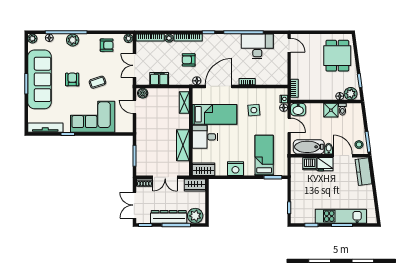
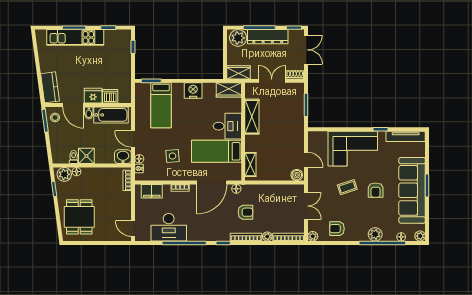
filing cabinet: (159, 79) -> (152, 191), moved

